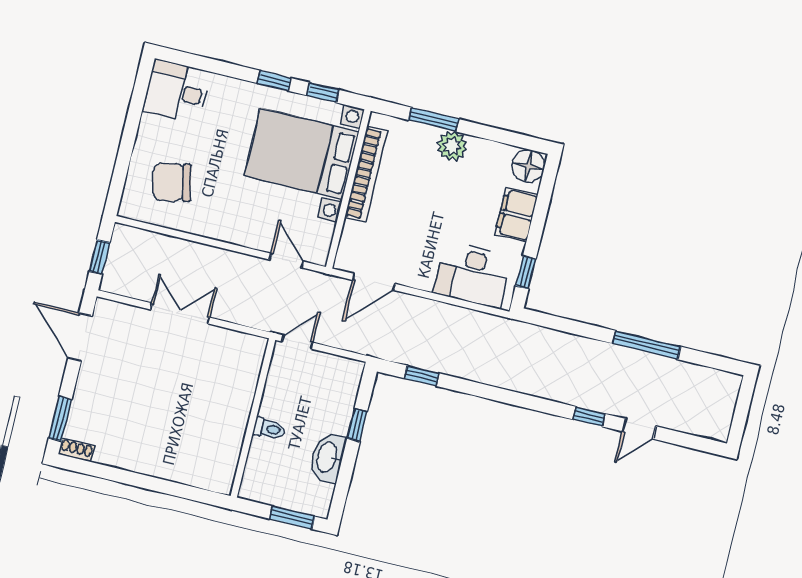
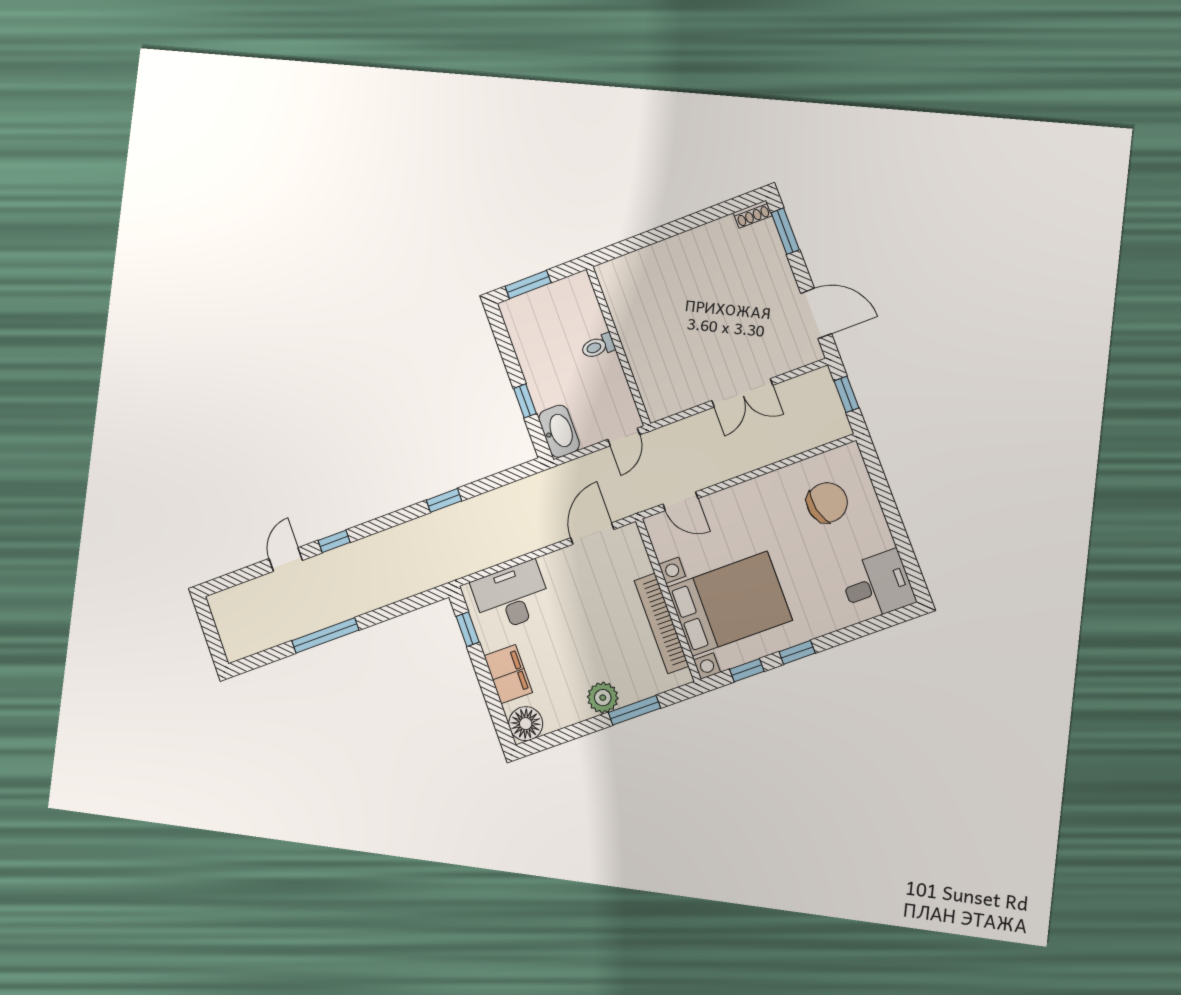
window: (422, 376) -> (444, 500), moved
washbasin: (328, 457) -> (559, 431), moved

